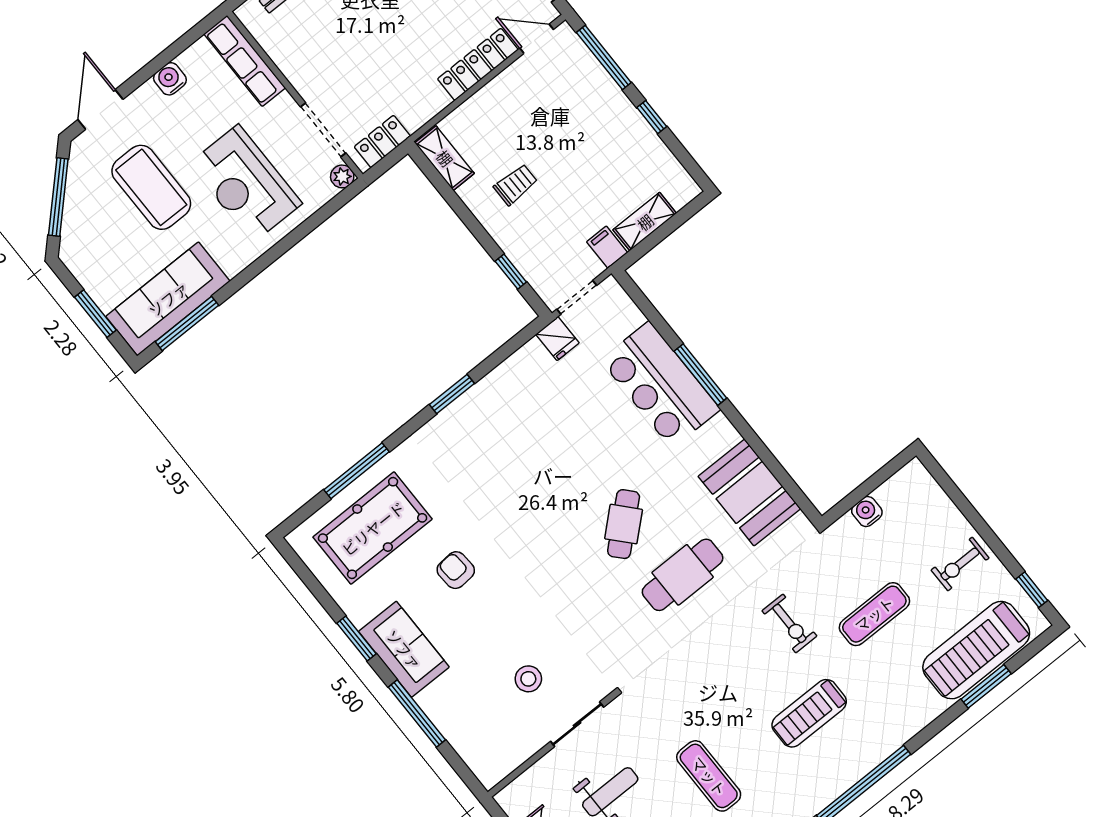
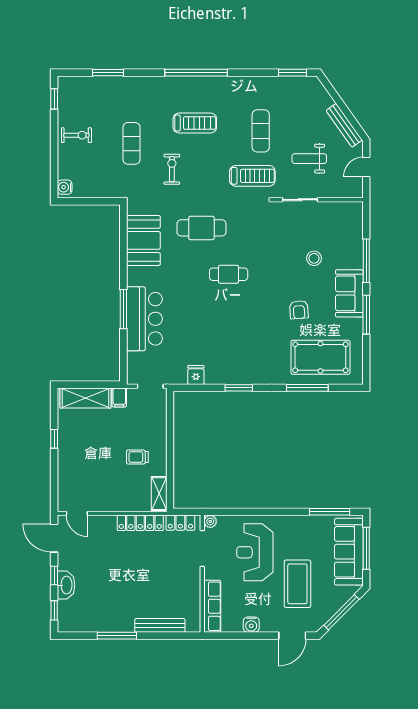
window: (604, 57) -> (54, 482), removed
locker: (478, 64) -> (140, 523), moved
reception desk: (246, 184) -> (255, 552), turned 180
shelving: (645, 222) -> (85, 398), width x1.50, depth x1.33
window: (511, 272) -> (170, 421), removed
sofa: (168, 299) -> (349, 552), moved, turned 90
window: (95, 314) -> (366, 548), width x1.44
fridge: (557, 339) -> (196, 375), moved
water cooler: (867, 512) -> (65, 187), moved, turned 90
cafe table: (624, 524) -> (229, 274), moved, turned 42
exercise mat: (874, 614) -> (131, 143), turned 90
window: (357, 638) -> (366, 315), width x1.44
treadmill: (976, 650) -> (252, 176), moved, width x0.73, depth x0.73
stool: (528, 679) -> (314, 258), moved

